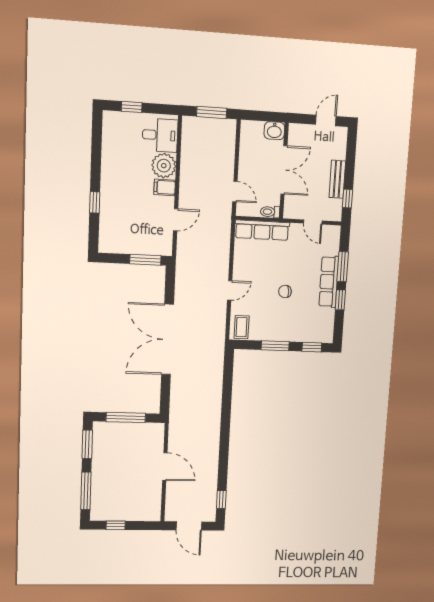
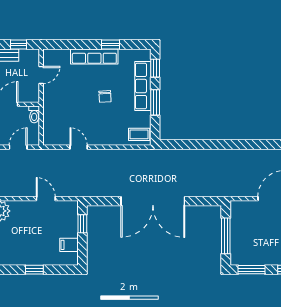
filing cabinet: (165, 187) -> (69, 245), moved, turned 90
row of seats: (262, 230) -> (143, 86), moved, turned 180
window: (145, 260) -> (82, 224), width x0.67
window: (343, 267) -> (80, 45), removed
door: (230, 290) -> (79, 147), moved

